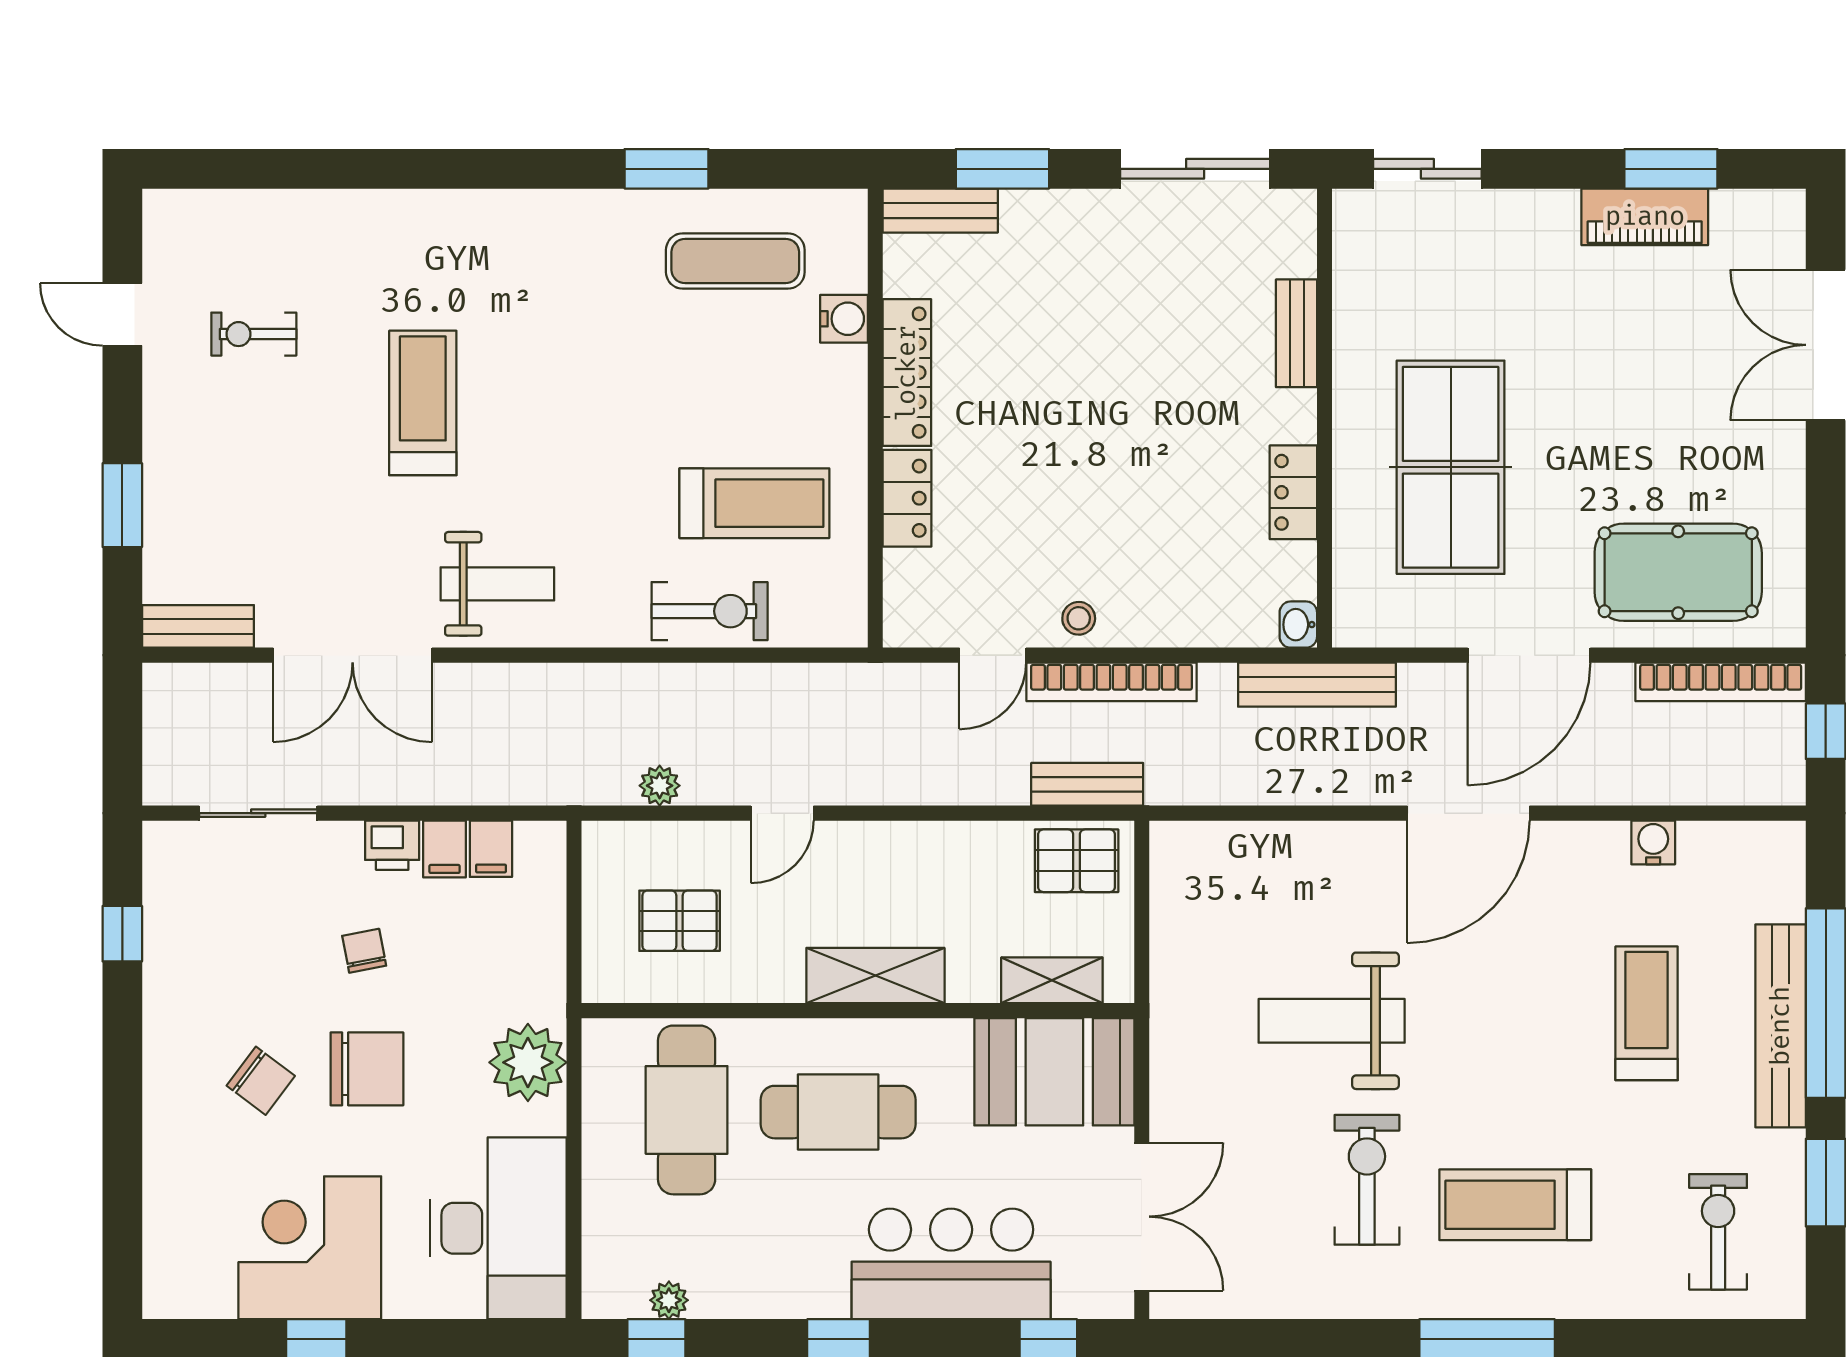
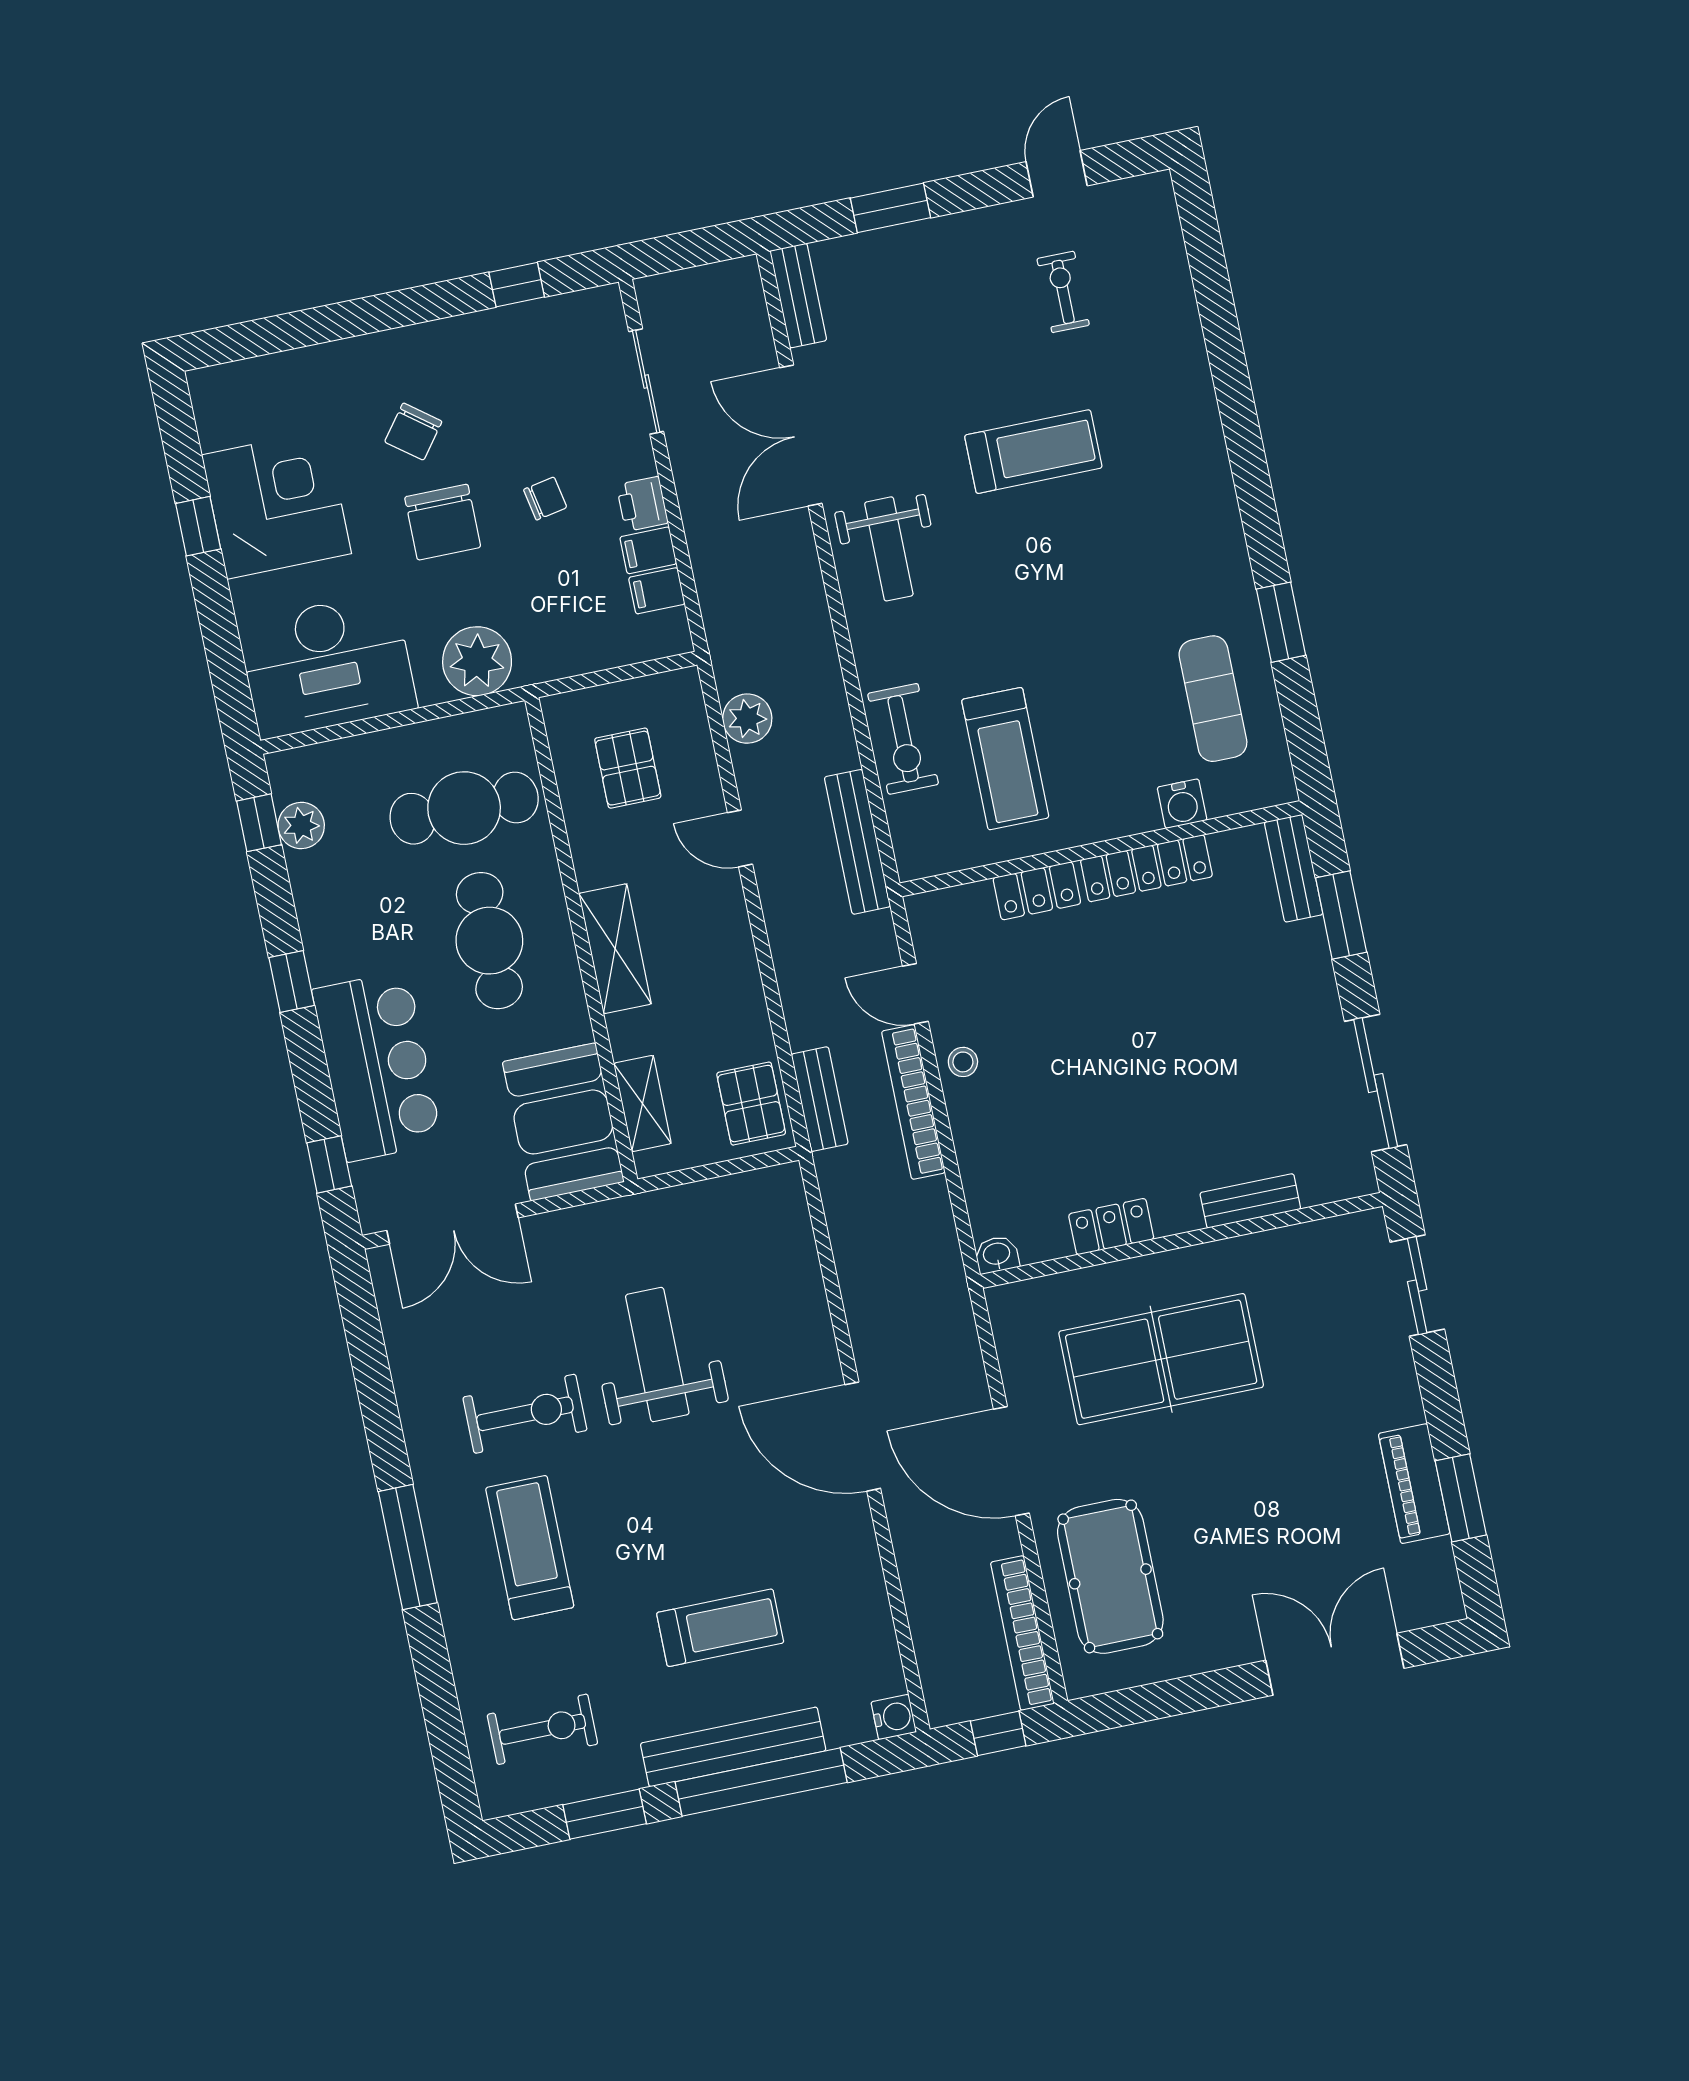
bench: (1317, 685) -> (857, 842), moved
plant: (660, 786) -> (747, 719), width x1.38, depth x1.38
water cooler: (1653, 842) -> (894, 1717), moved
plant: (669, 1300) -> (301, 826), width x1.38, depth x1.38

